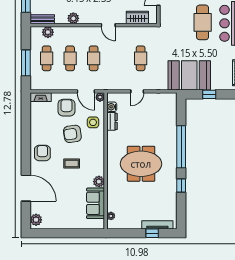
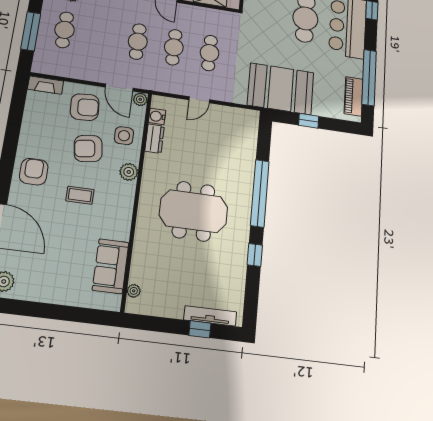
cafe table: (70, 58) -> (174, 47), moved
armchair: (66, 108) -> (85, 107), turned 86
plant: (99, 182) -> (129, 172), moved

